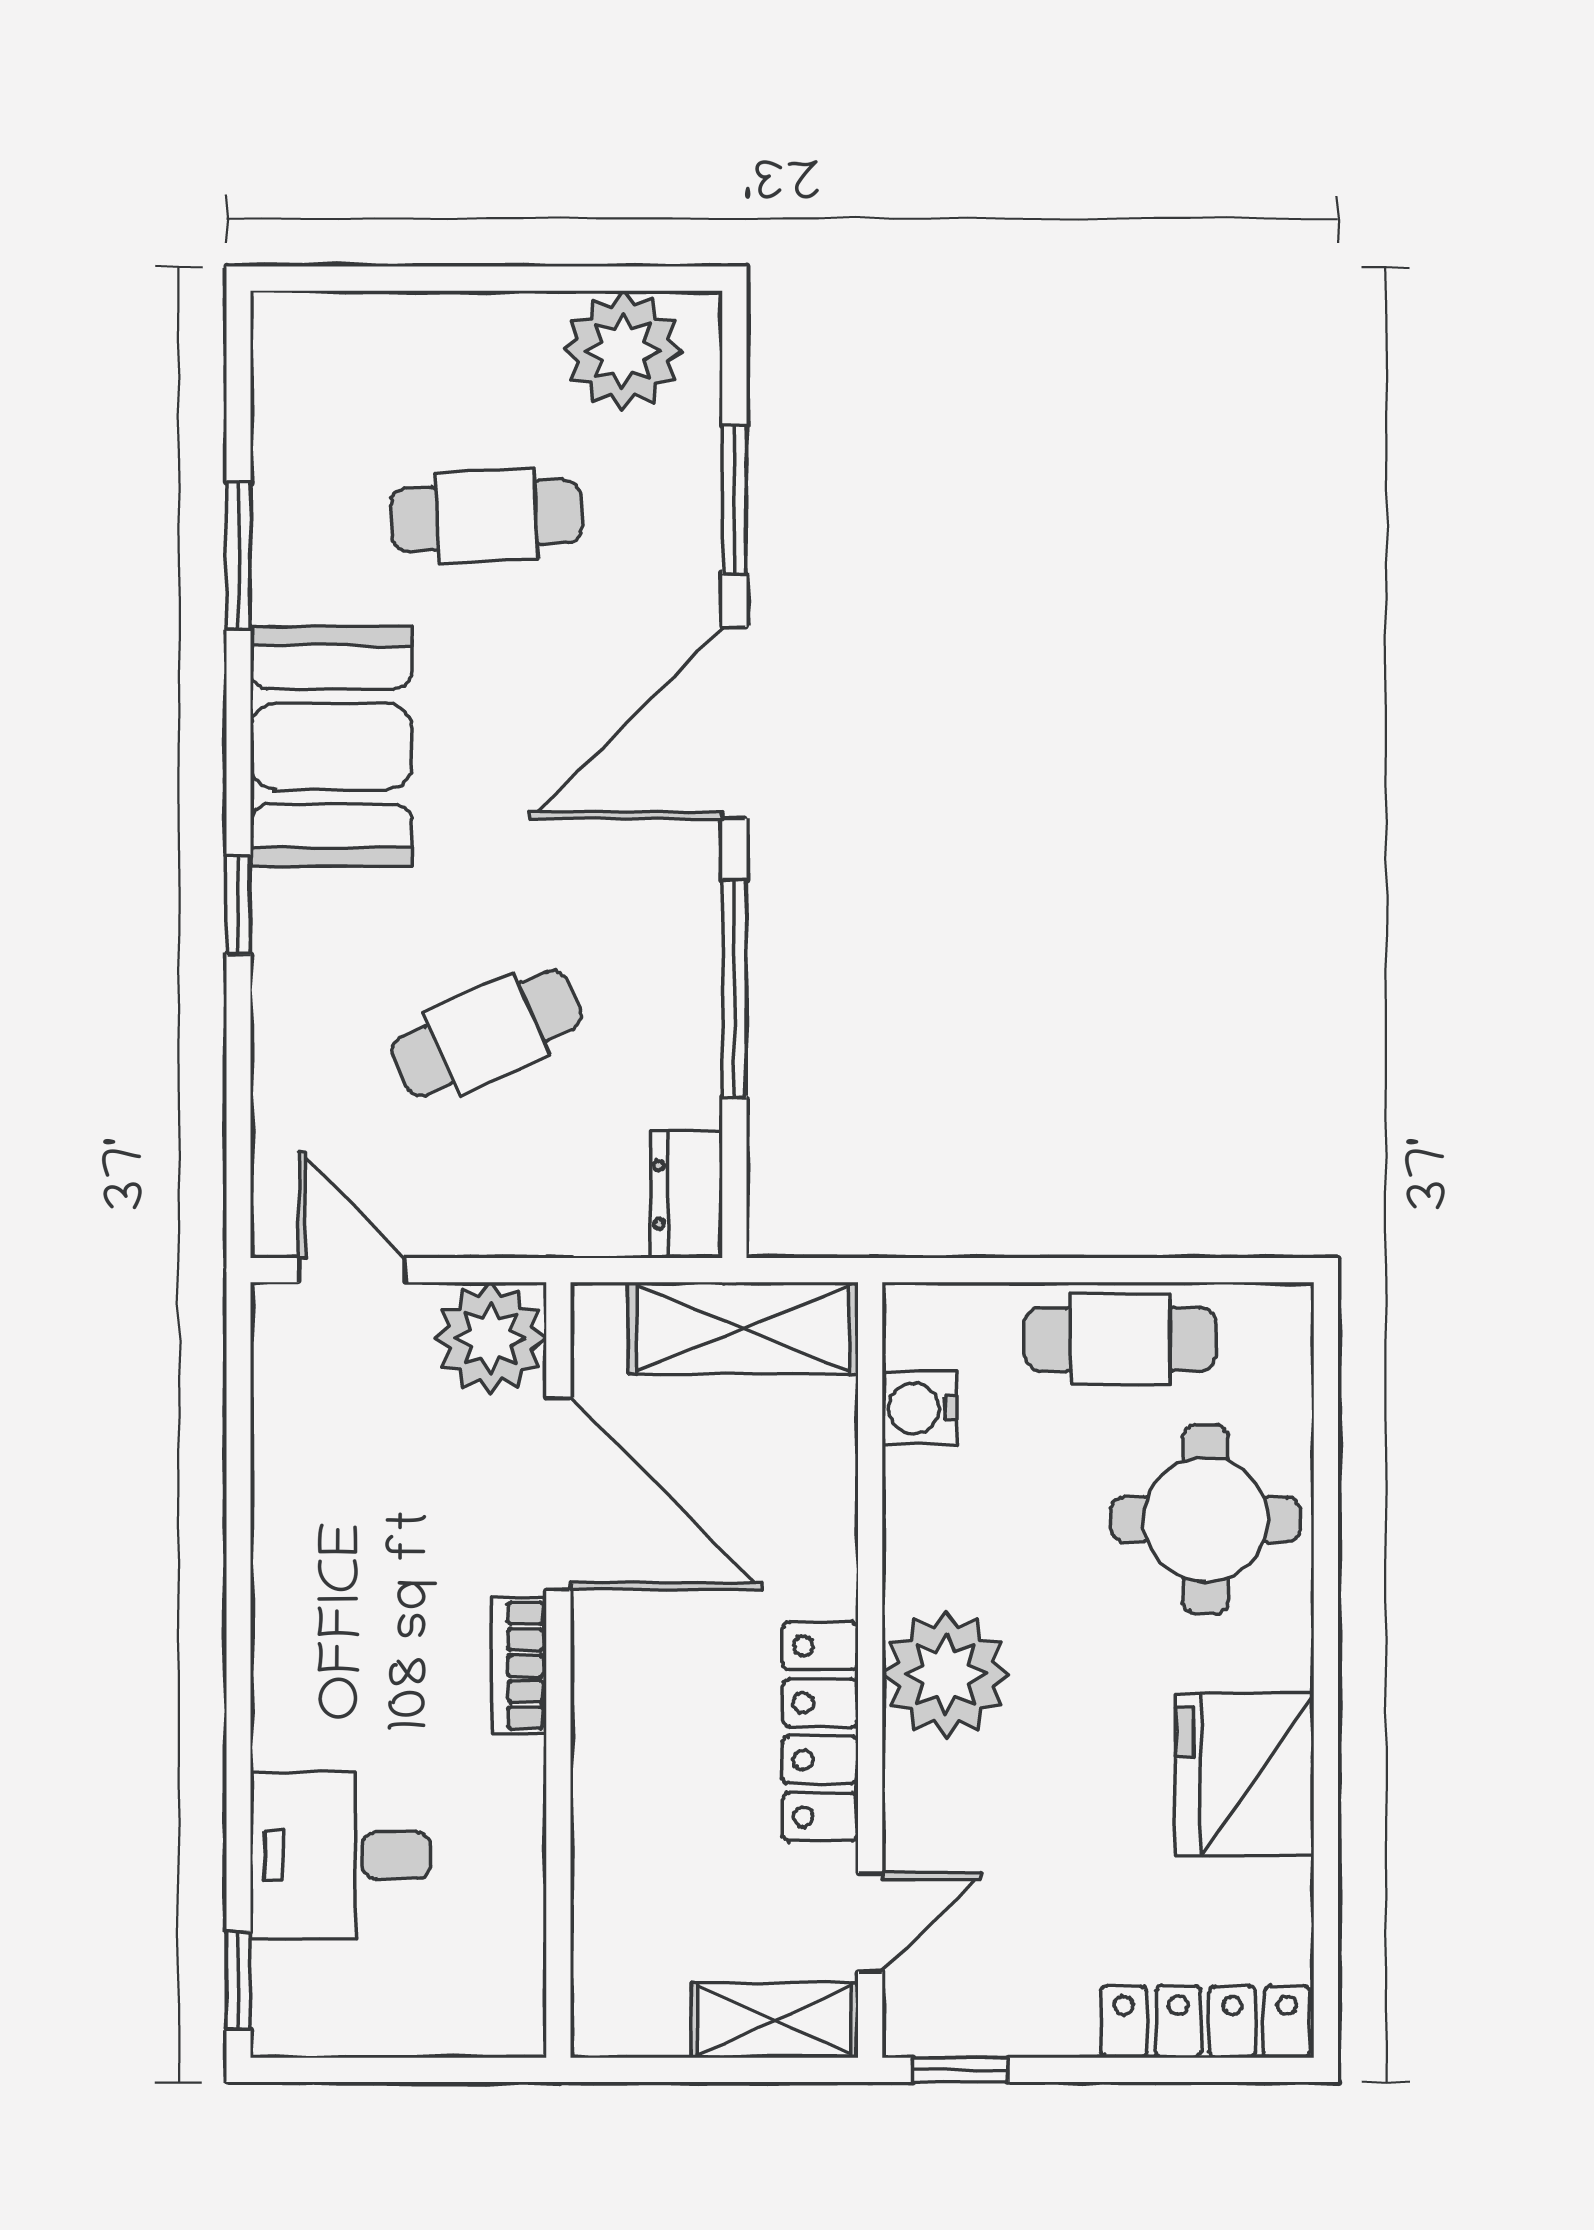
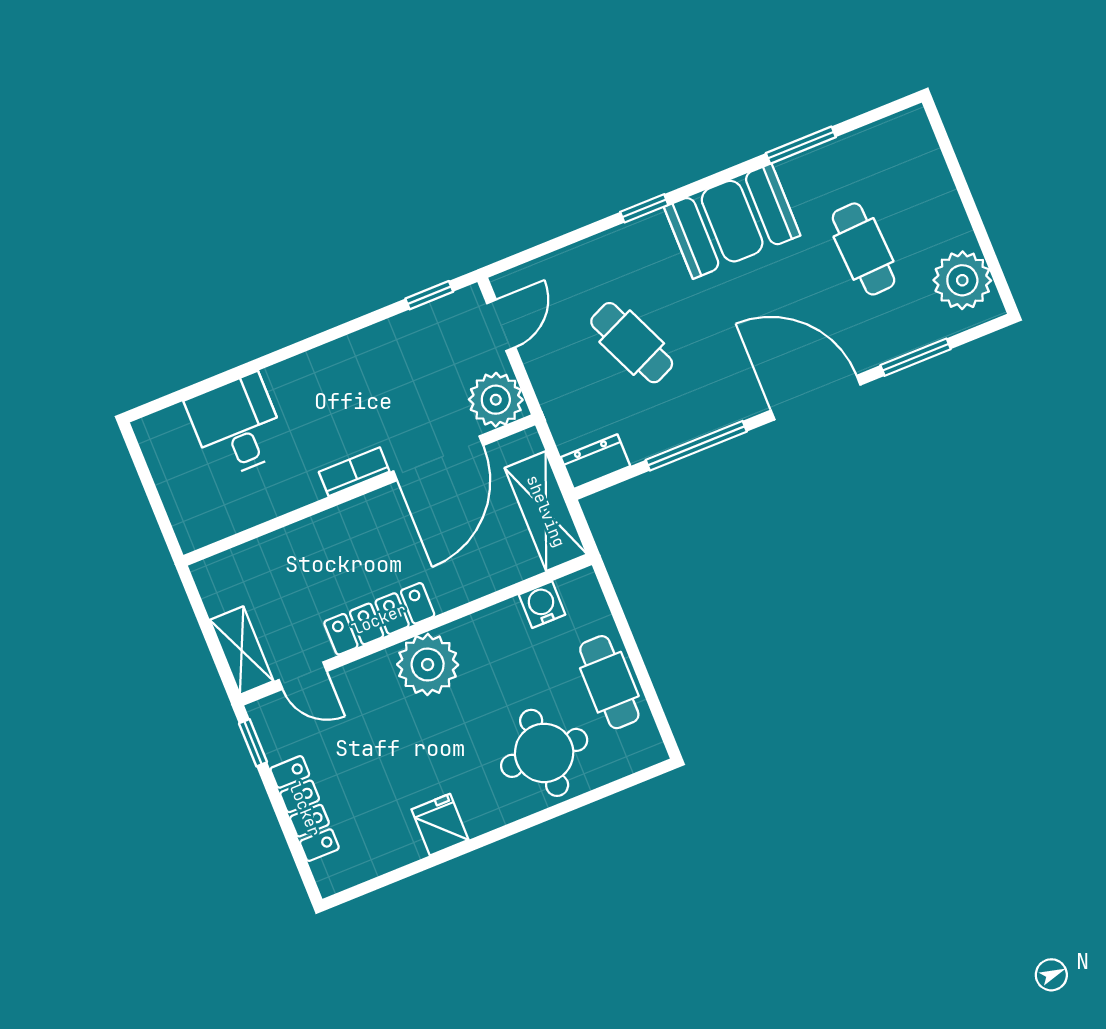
fridge: (1245, 1775) -> (440, 825), width x0.53, depth x0.75
window: (238, 1980) -> (429, 295), moved
locker: (1205, 2022) -> (305, 809), moved

